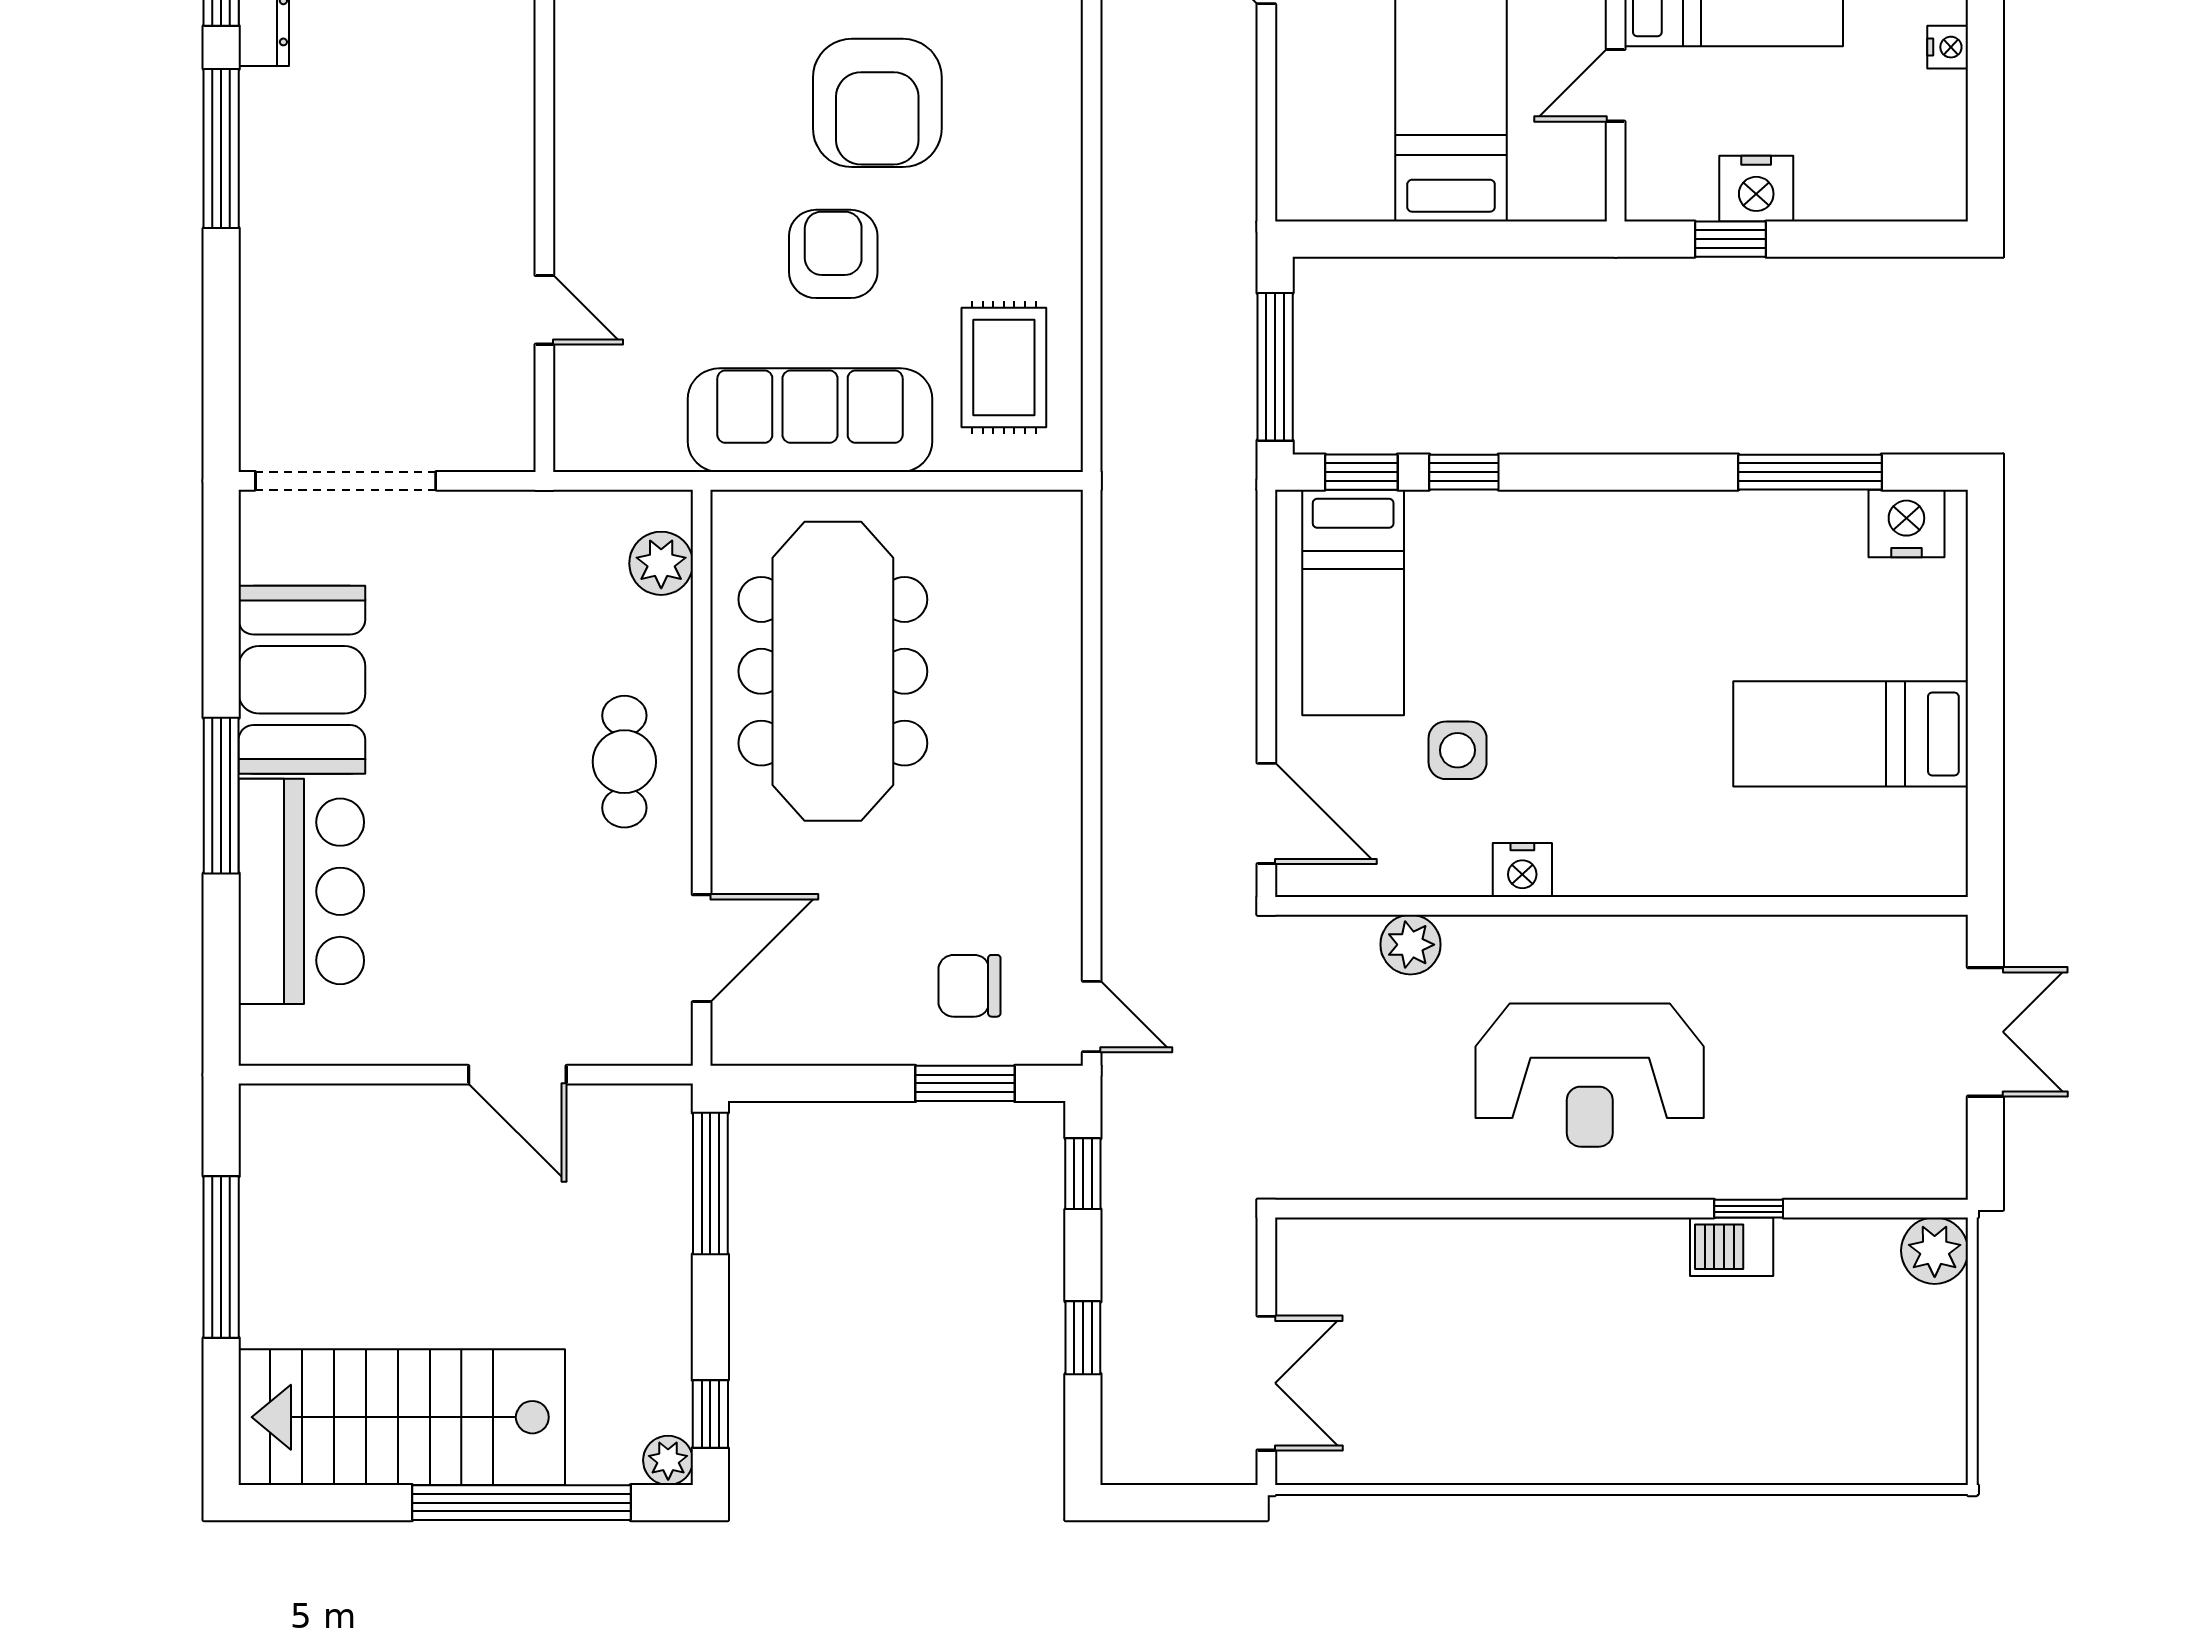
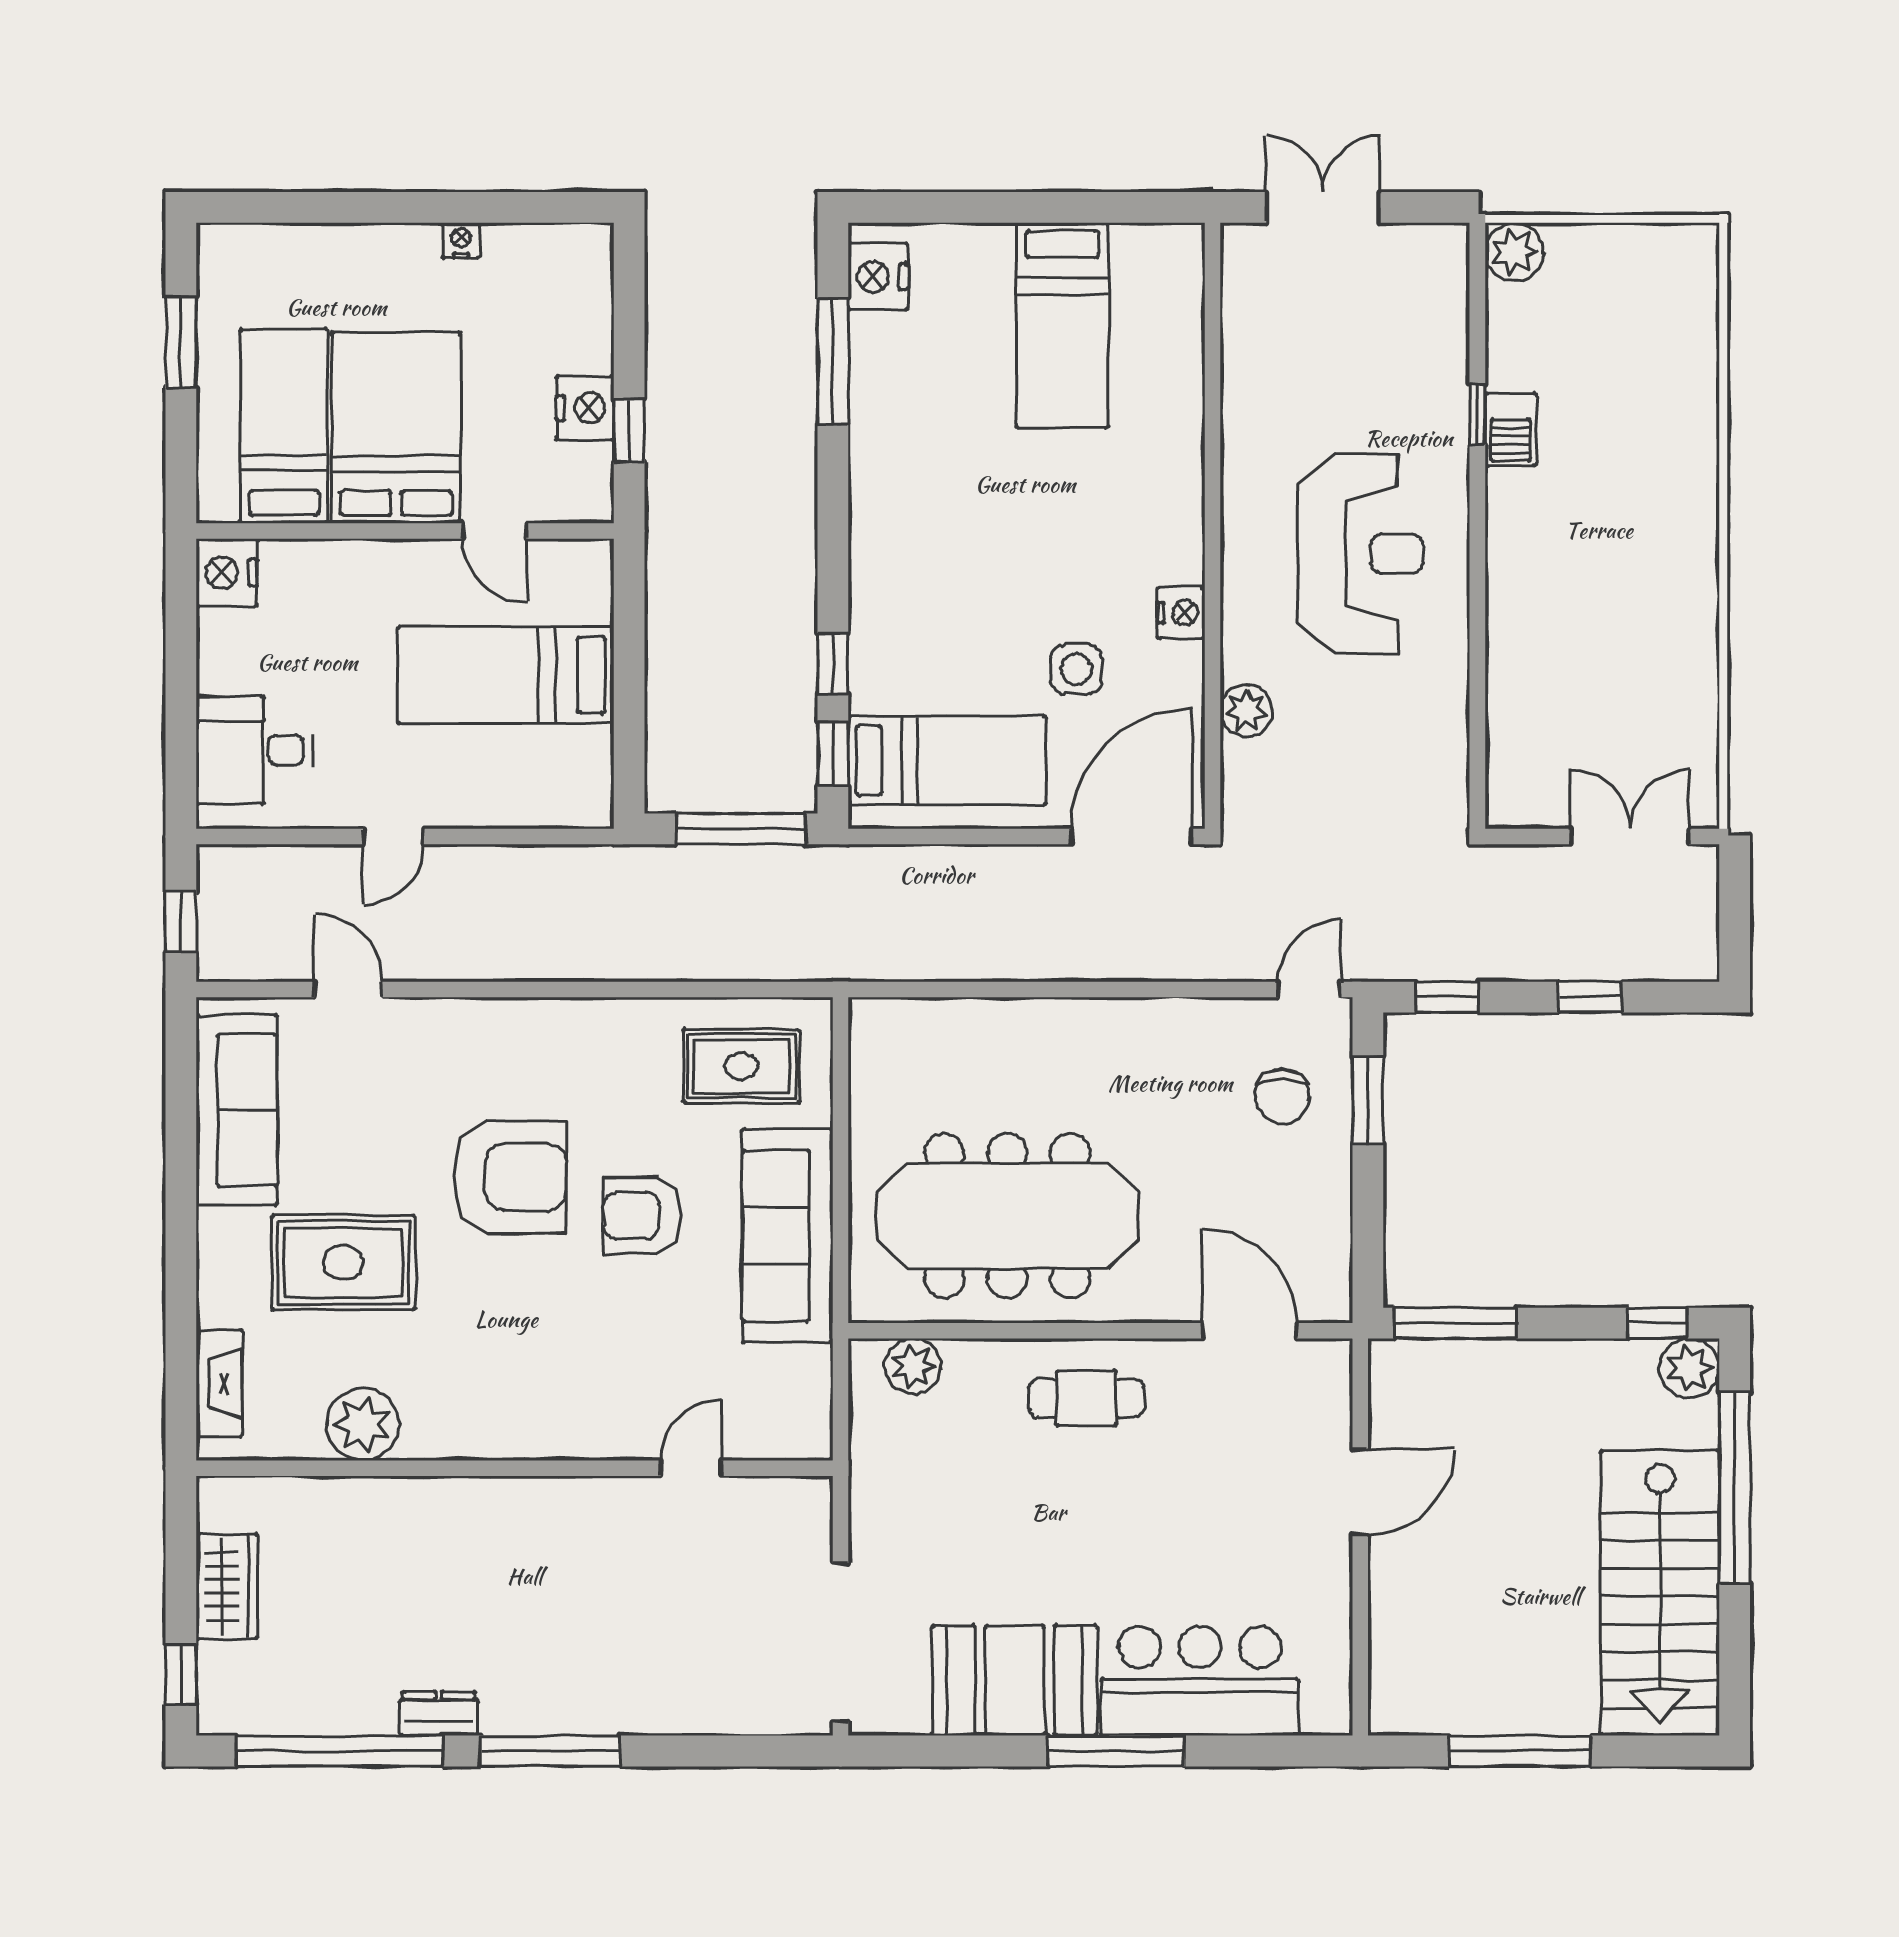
door: (1266, 813) -> (1132, 837), width x1.36
plant: (668, 1460) -> (1690, 1368), width x1.38, depth x1.38

